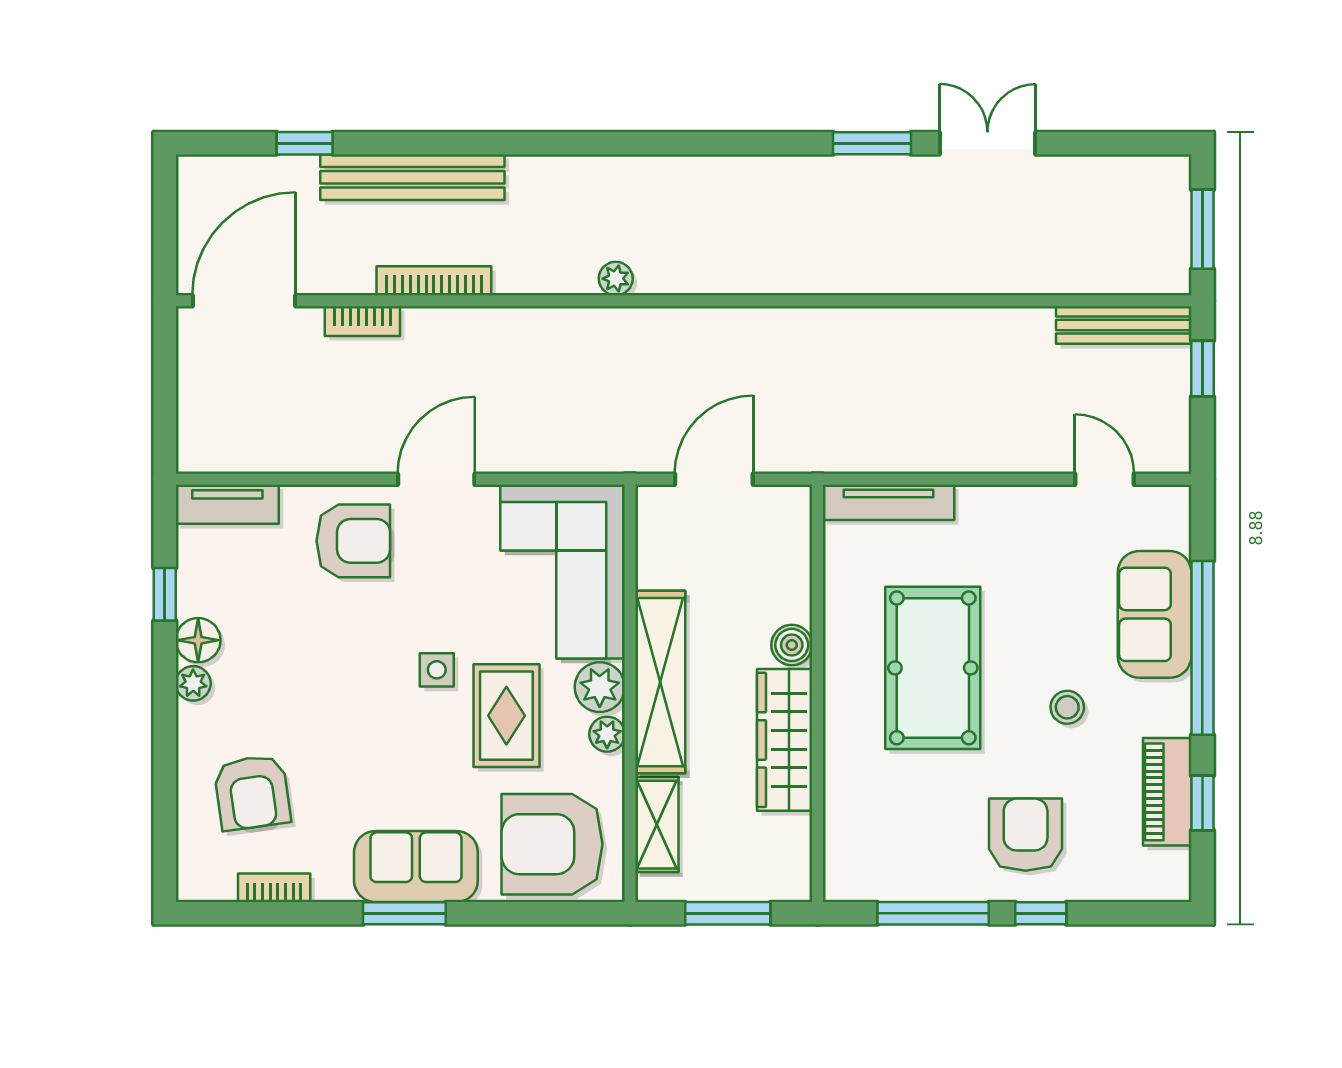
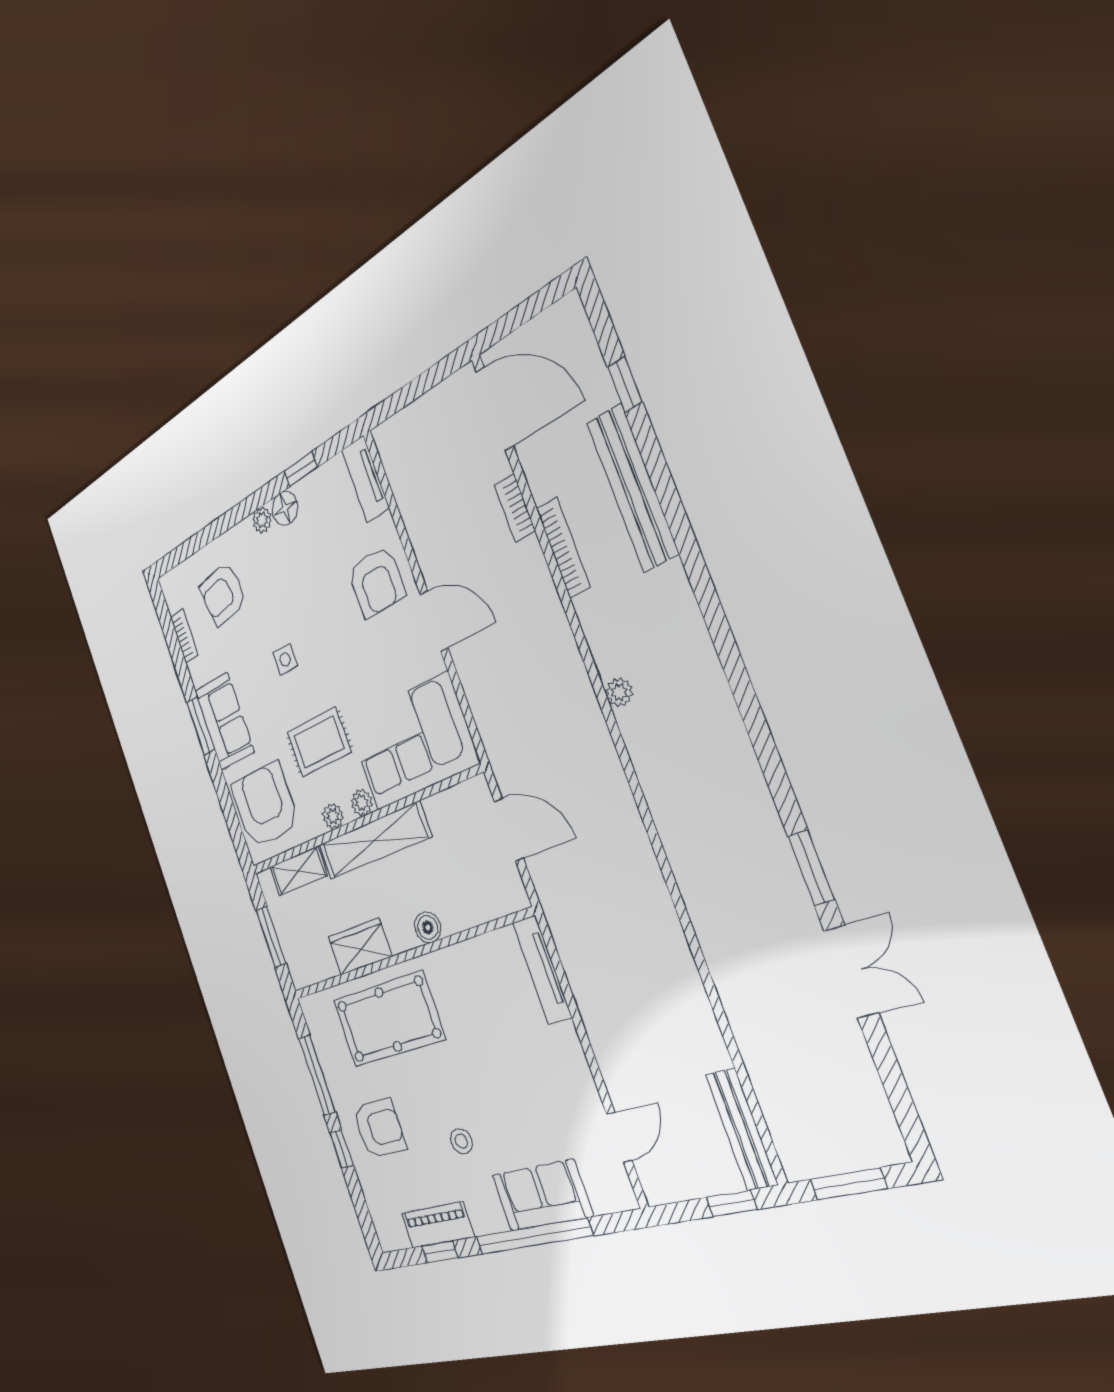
pool table: (933, 668) -> (388, 1019), moved
side table: (437, 670) -> (285, 659), moved
plant: (600, 687) -> (362, 803), width x0.73, depth x0.73
wardrobe: (785, 740) -> (360, 947), width x0.67

